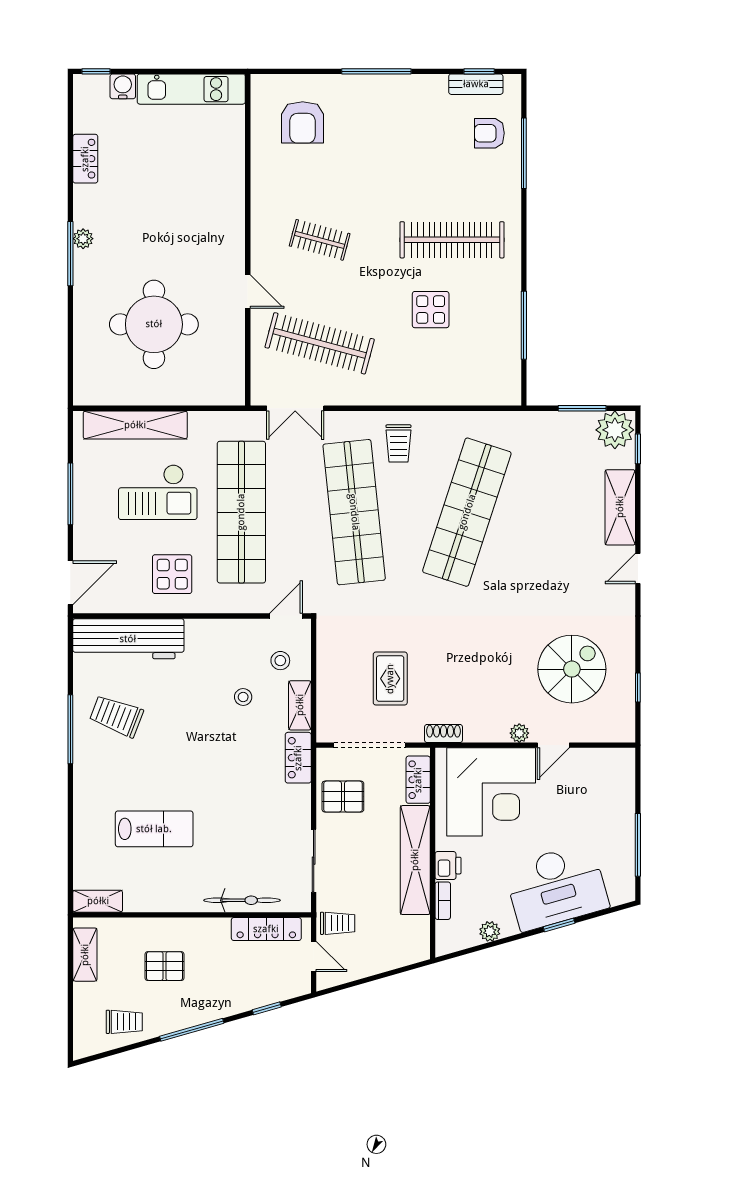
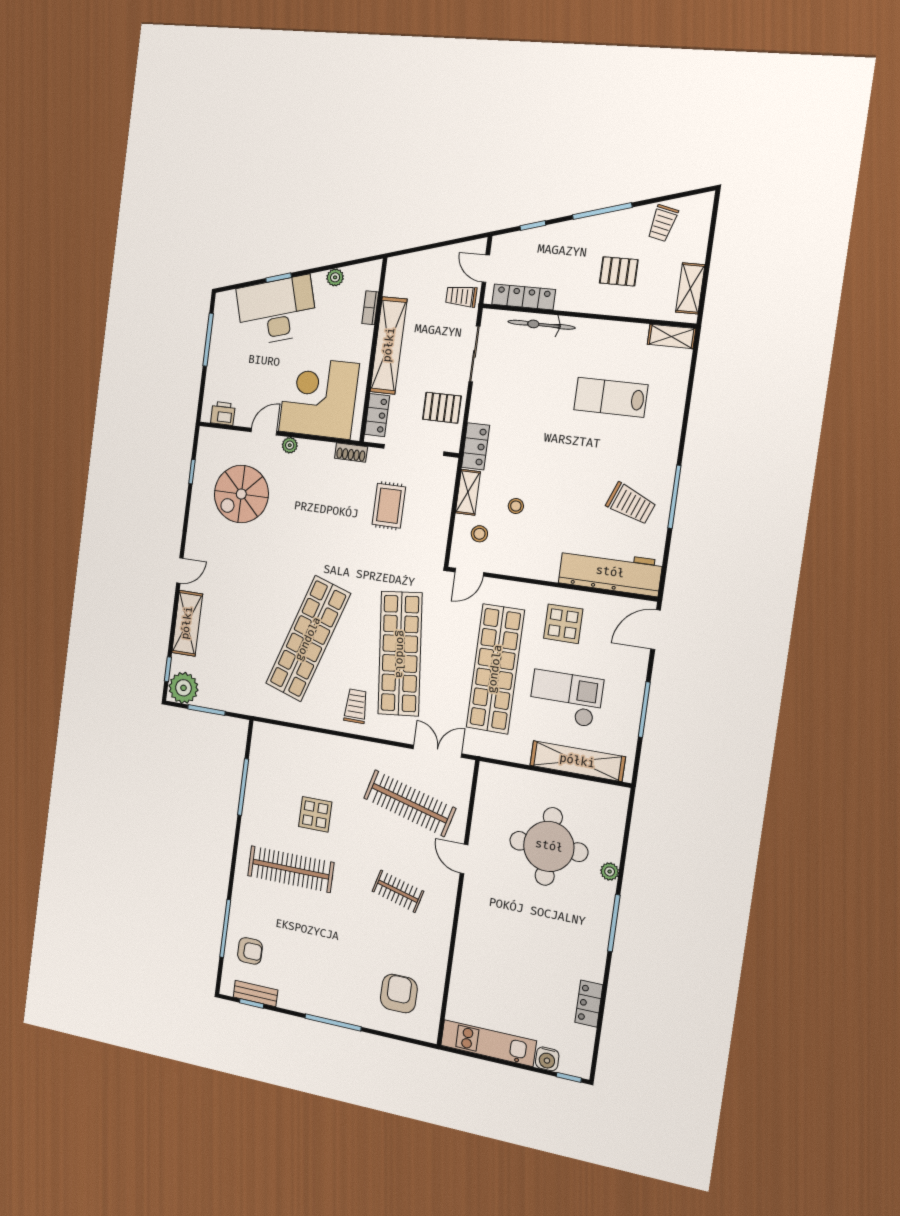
plant: (83, 239) -> (610, 872), moved
printer: (448, 866) -> (223, 413), moved, turned 90
trolley: (124, 1022) -> (663, 223), turned -77

